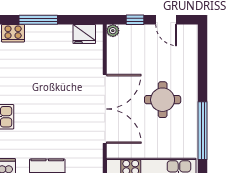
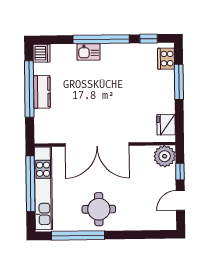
plant: (113, 31) -> (165, 156), width x1.88, depth x1.88
round table: (163, 100) -> (99, 209), moved

